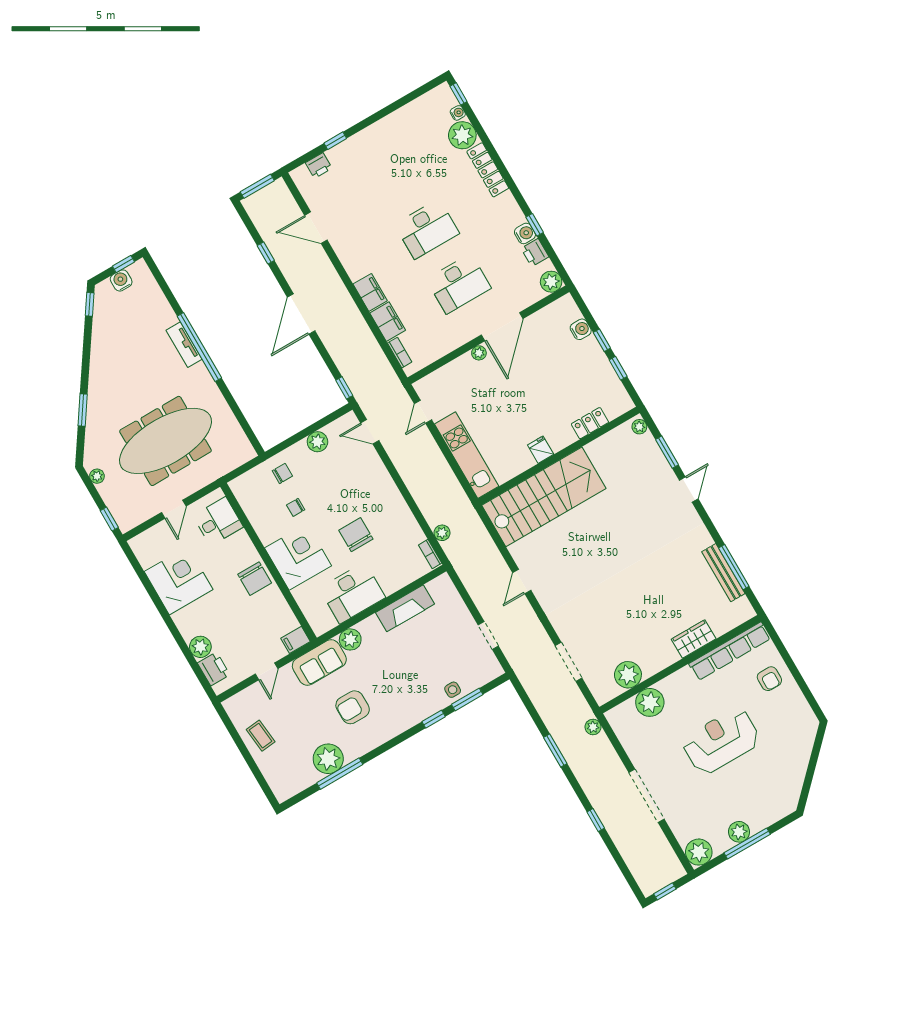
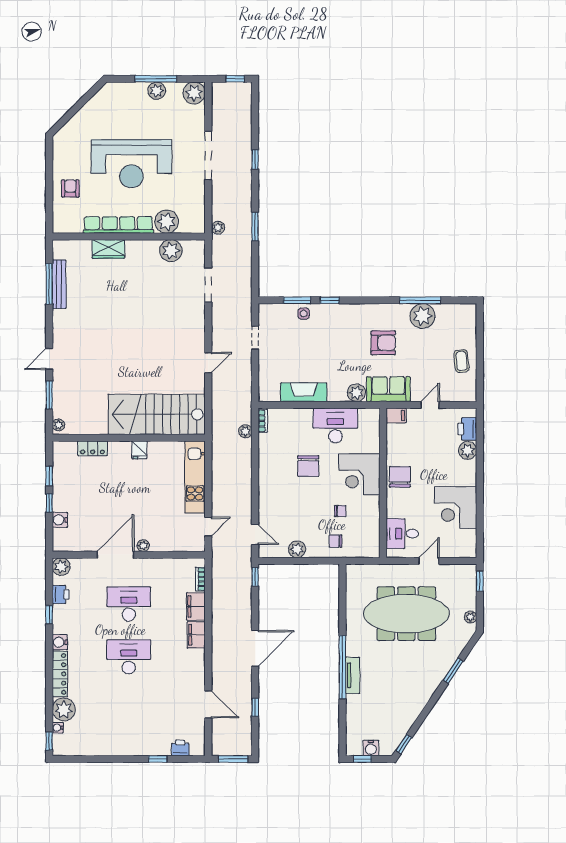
water cooler: (525, 233) -> (60, 642), moved
row of seats: (730, 651) -> (118, 225), moved
reception desk: (721, 741) -> (131, 164), width x1.36, depth x1.30

